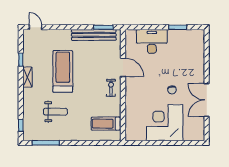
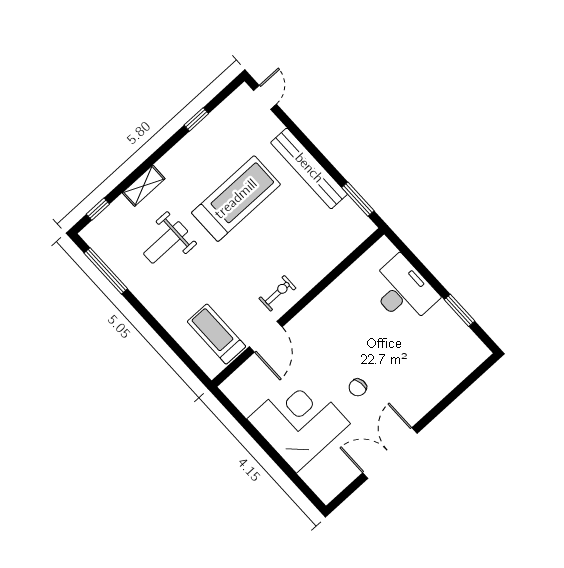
bench: (94, 35) -> (309, 168), moved
door: (123, 67) -> (266, 337), moved
shelving: (27, 77) -> (144, 186), moved
weight bench: (55, 112) -> (166, 242), turned 90

